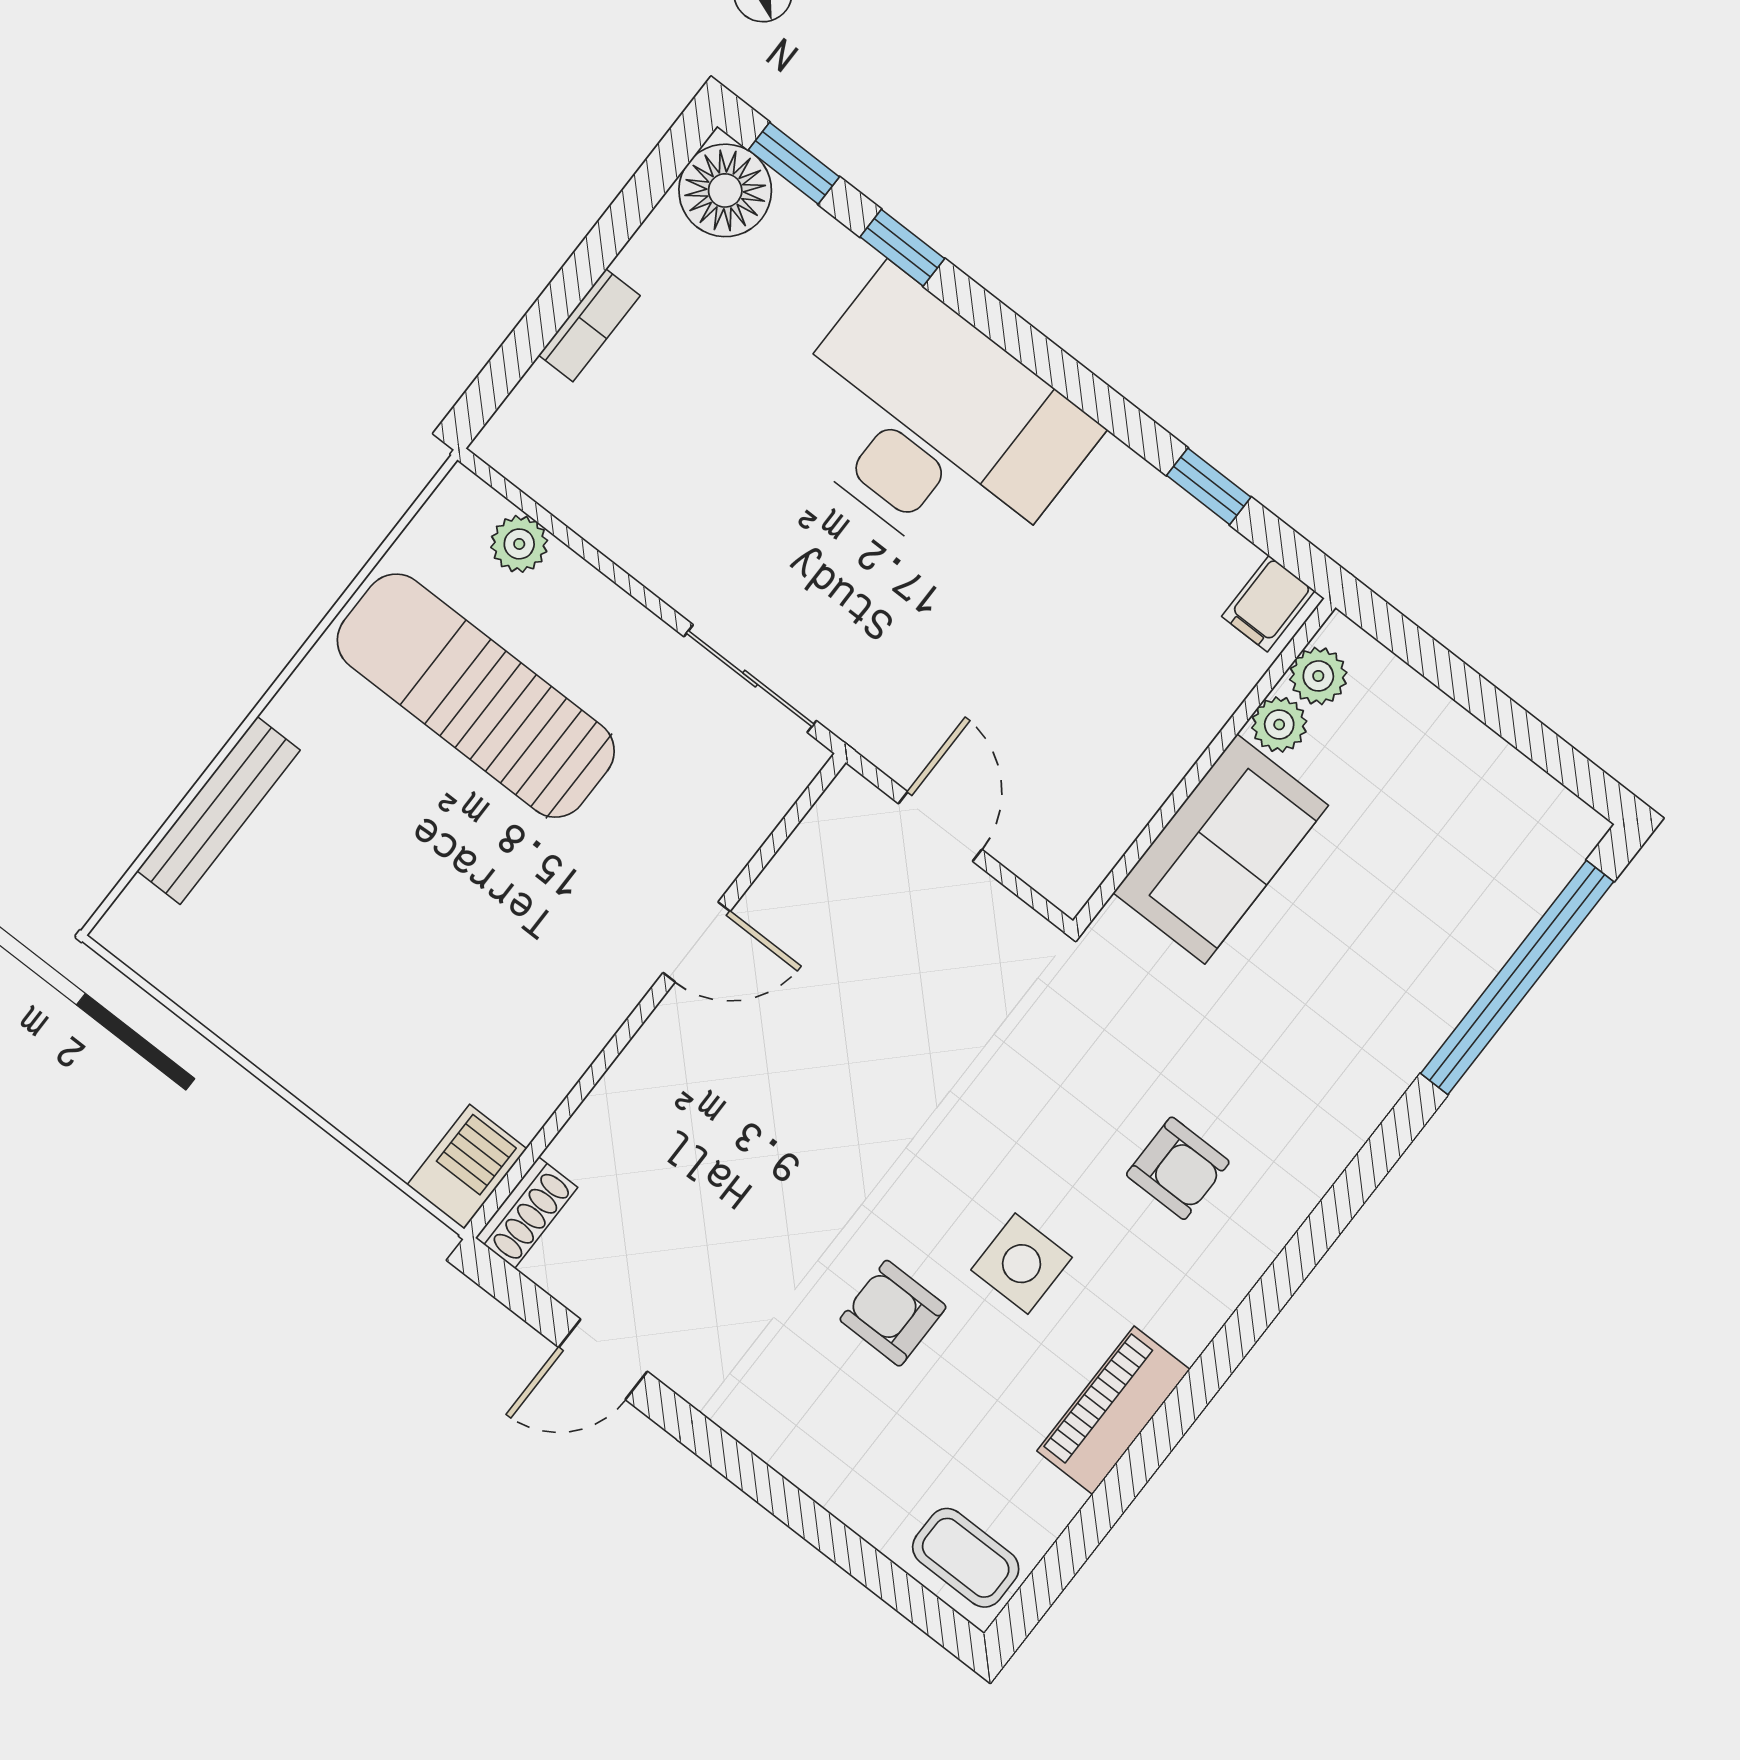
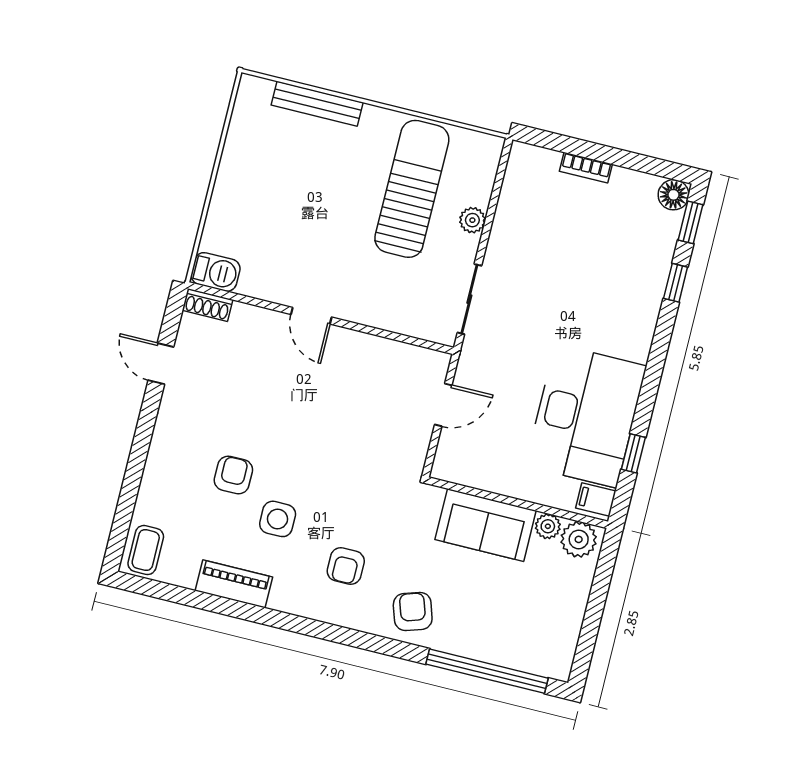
floor lamp: (725, 190) -> (674, 195), width x0.73, depth x0.73
desk: (933, 426) -> (586, 416), moved
plant: (519, 544) -> (472, 220), moved
plant: (1318, 676) -> (579, 539), width x1.38, depth x1.38
door: (697, 942) -> (311, 316), moved
armchair: (1330, 1074) -> (413, 611), added

